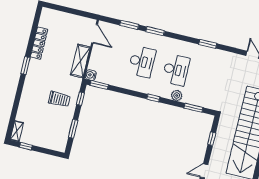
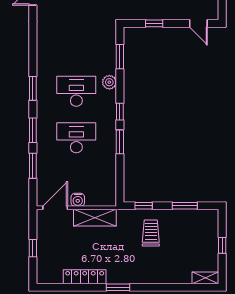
window: (69, 10) -> (33, 248), added
window: (208, 44) -> (33, 88), moved
water cooler: (91, 75) -> (78, 200), moved
window: (99, 85) -> (120, 142), moved
window: (26, 146) -> (222, 245), moved

